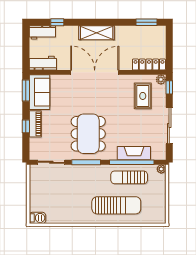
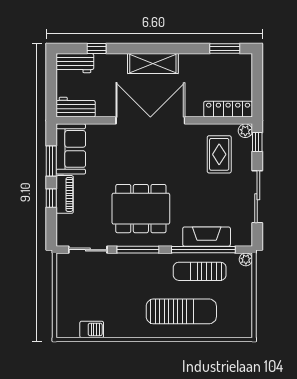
window: (26, 91) -> (51, 161), moved
dining table: (88, 134) -> (141, 209), turned 90
barbecue: (37, 218) -> (92, 329), moved

